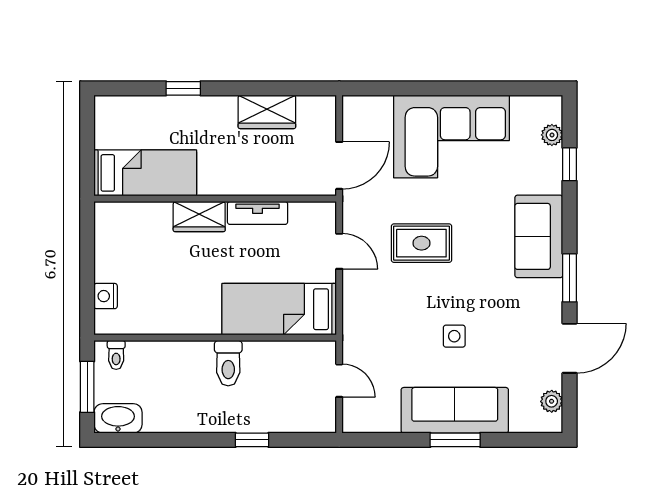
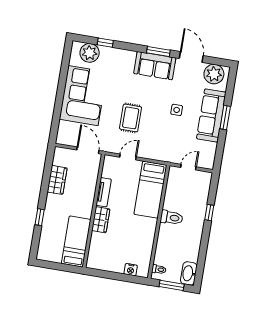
plant: (552, 135) -> (90, 53), width x1.88, depth x1.88
sofa: (539, 236) -> (155, 66), moved
plant: (552, 401) -> (214, 74), width x1.88, depth x1.88

